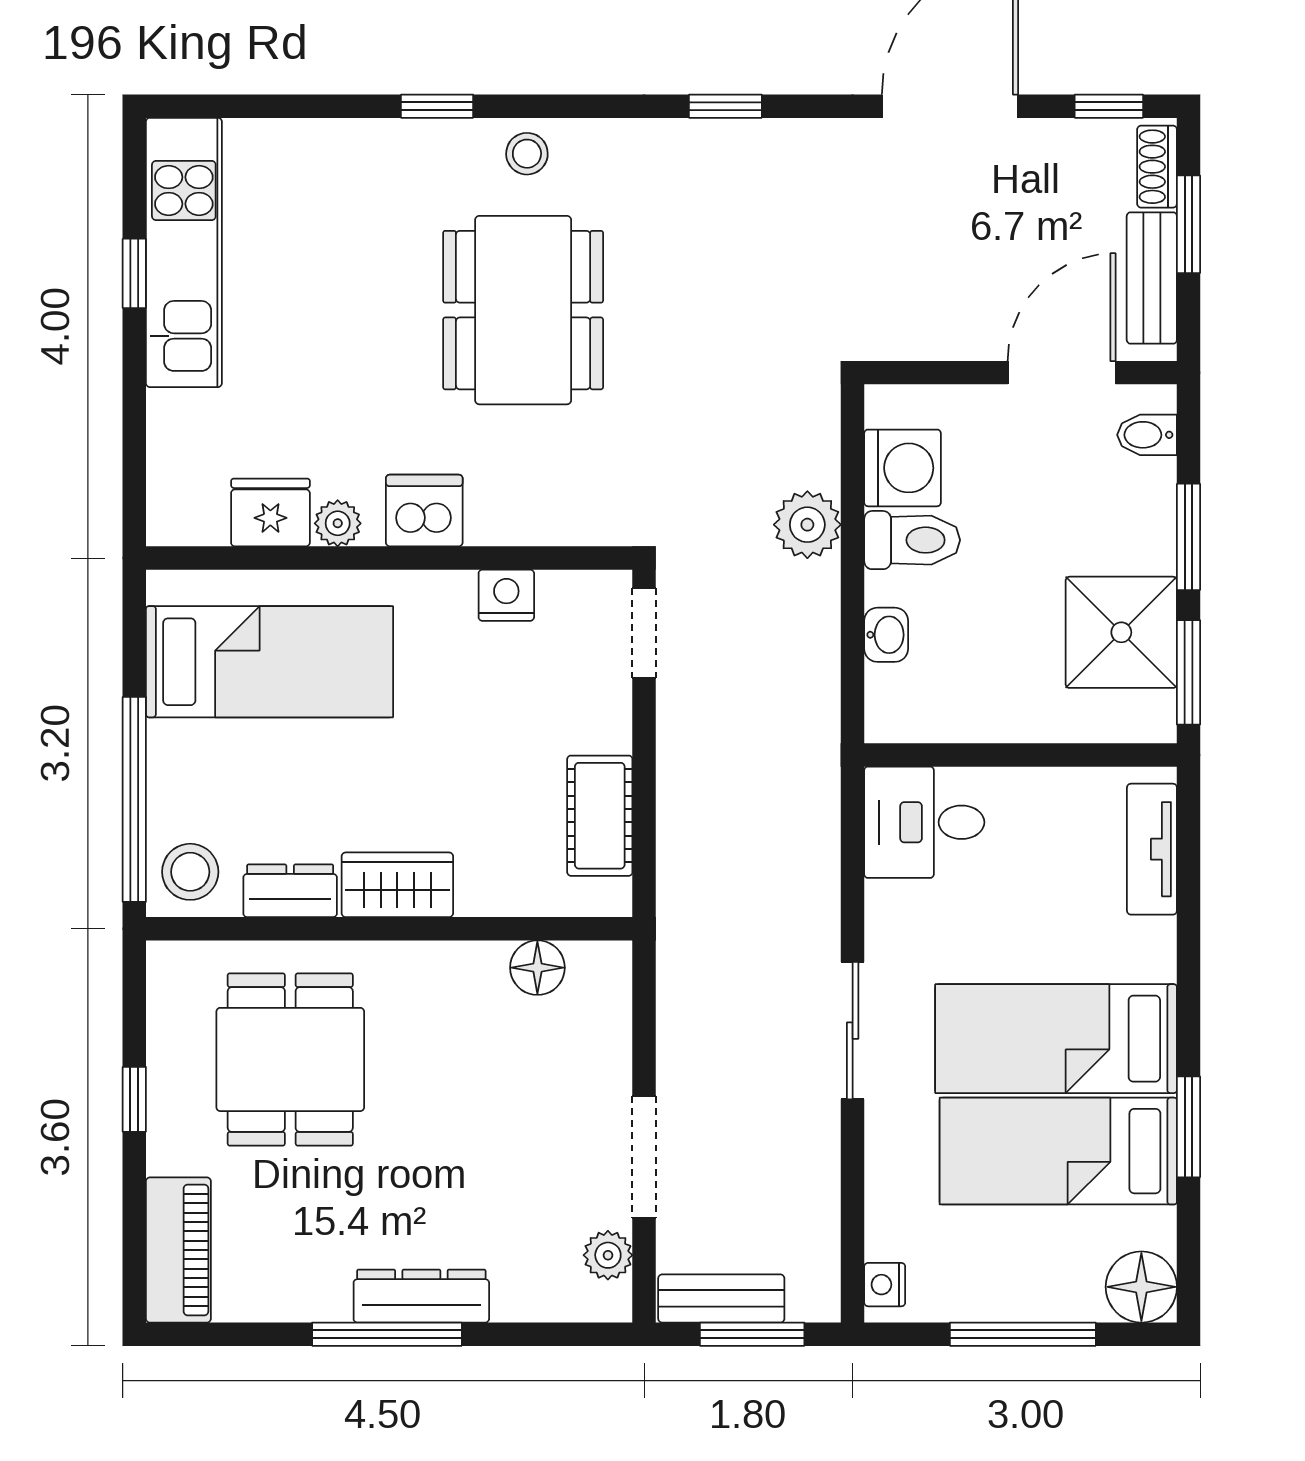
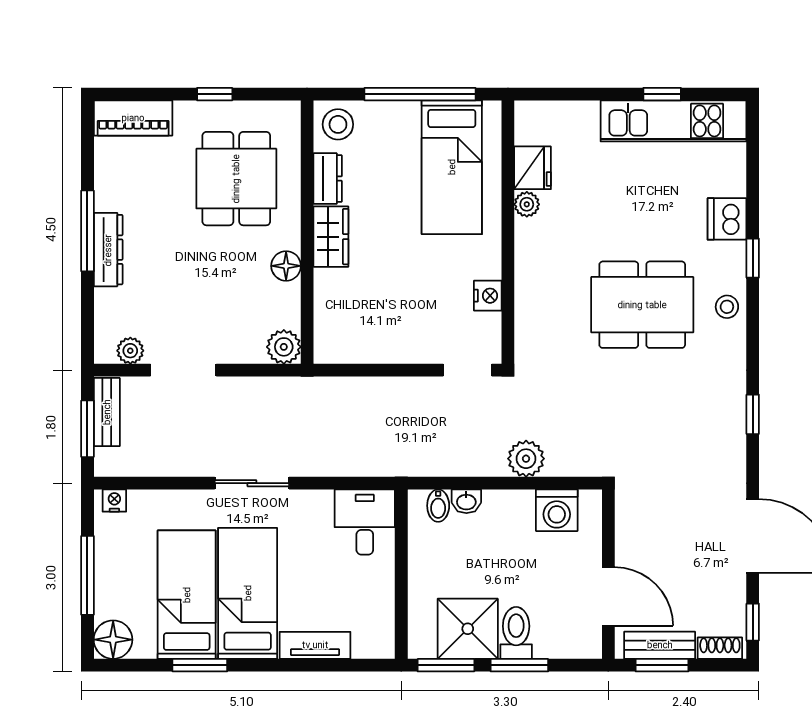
window: (1189, 224) -> (662, 665), moved
bidet: (1147, 435) -> (438, 506), moved, turned 180
dishwasher: (424, 511) -> (727, 219), moved, turned 180
toilet: (912, 540) -> (516, 633), moved, turned 180
window: (134, 799) -> (420, 94), moved
cot: (600, 816) -> (368, 346), removed
tv unit: (1152, 849) -> (315, 645), moved
floor lamp: (537, 968) -> (286, 266), moved
plant: (601, 972) -> (284, 347), added
dining table: (290, 1059) -> (236, 179), turned 90

